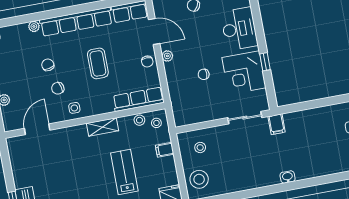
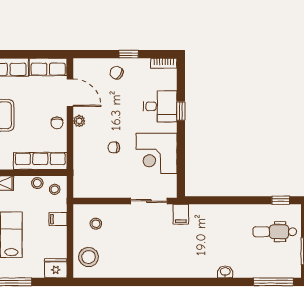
desk: (239, 29) -> (160, 106), width x0.73
window: (265, 62) -> (181, 111), moved
washbasin: (288, 177) -> (225, 272), moved

